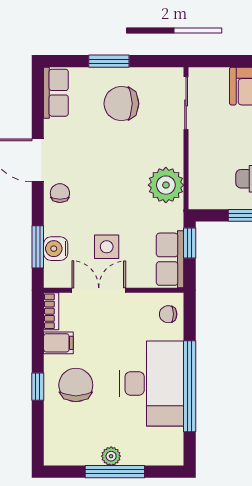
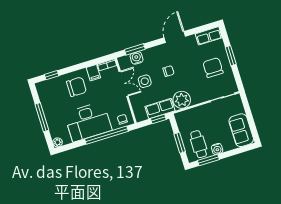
chair: (60, 193) -> (168, 71), moved
row of seats: (170, 259) -> (160, 109), moved
window: (190, 386) -> (107, 135), moved
window: (38, 387) -> (52, 75), moved
plant: (111, 456) -> (58, 142), moved

